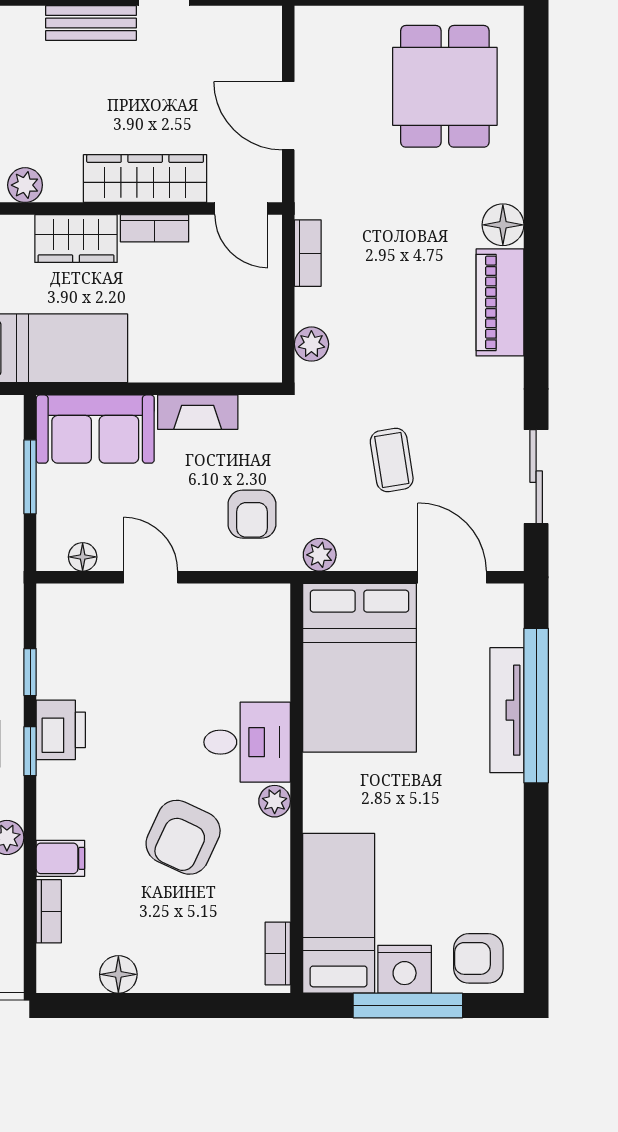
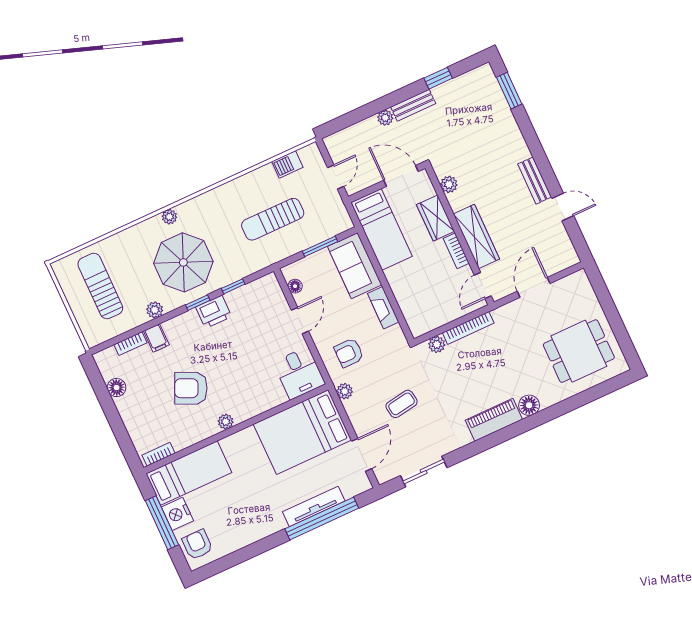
bookcase: (308, 253) -> (468, 328), width x1.56
desk: (247, 742) -> (299, 373), moved

